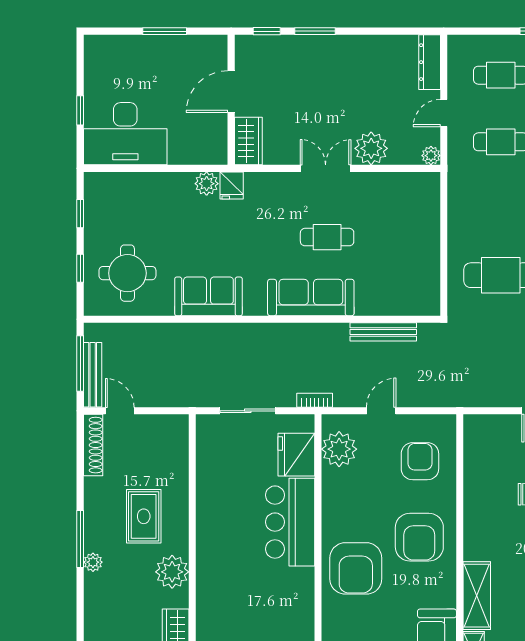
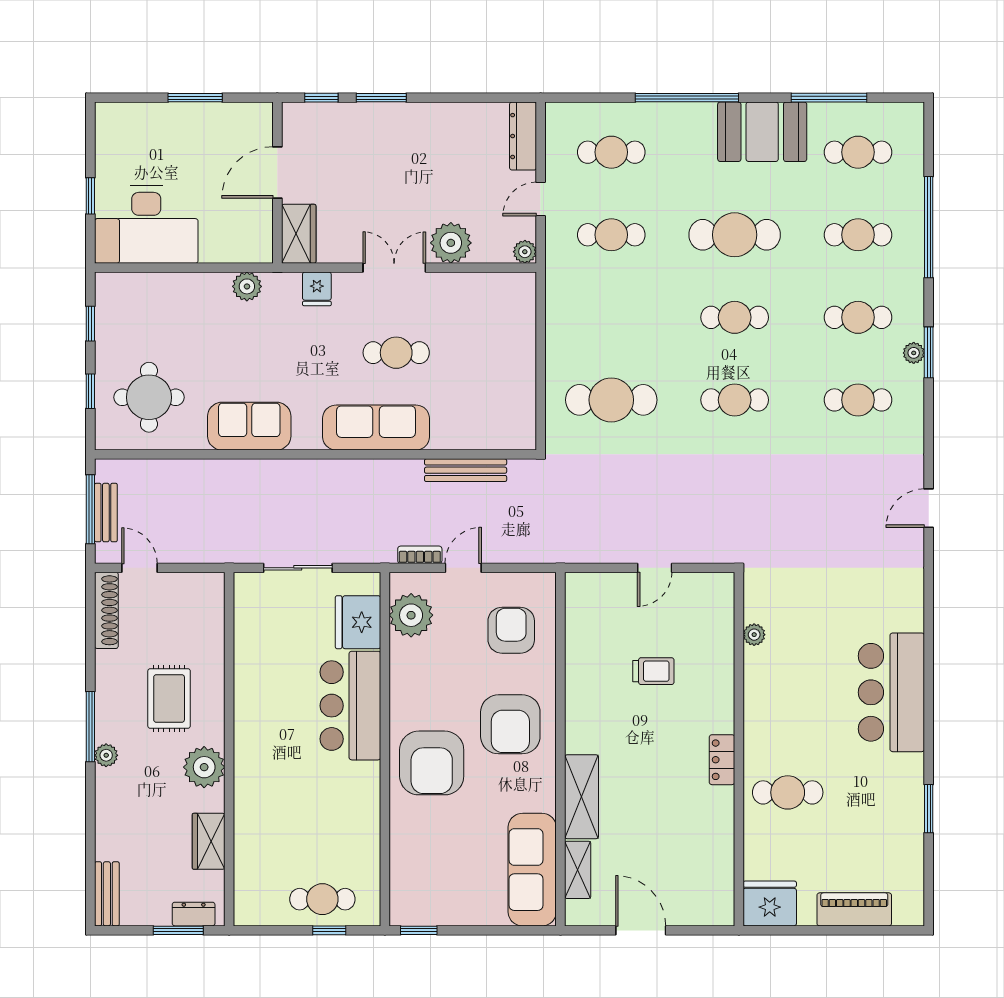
fridge: (232, 185) -> (317, 289), moved
bench: (93, 375) -> (106, 513), width x0.73
bookcase: (315, 400) -> (420, 555), moved

